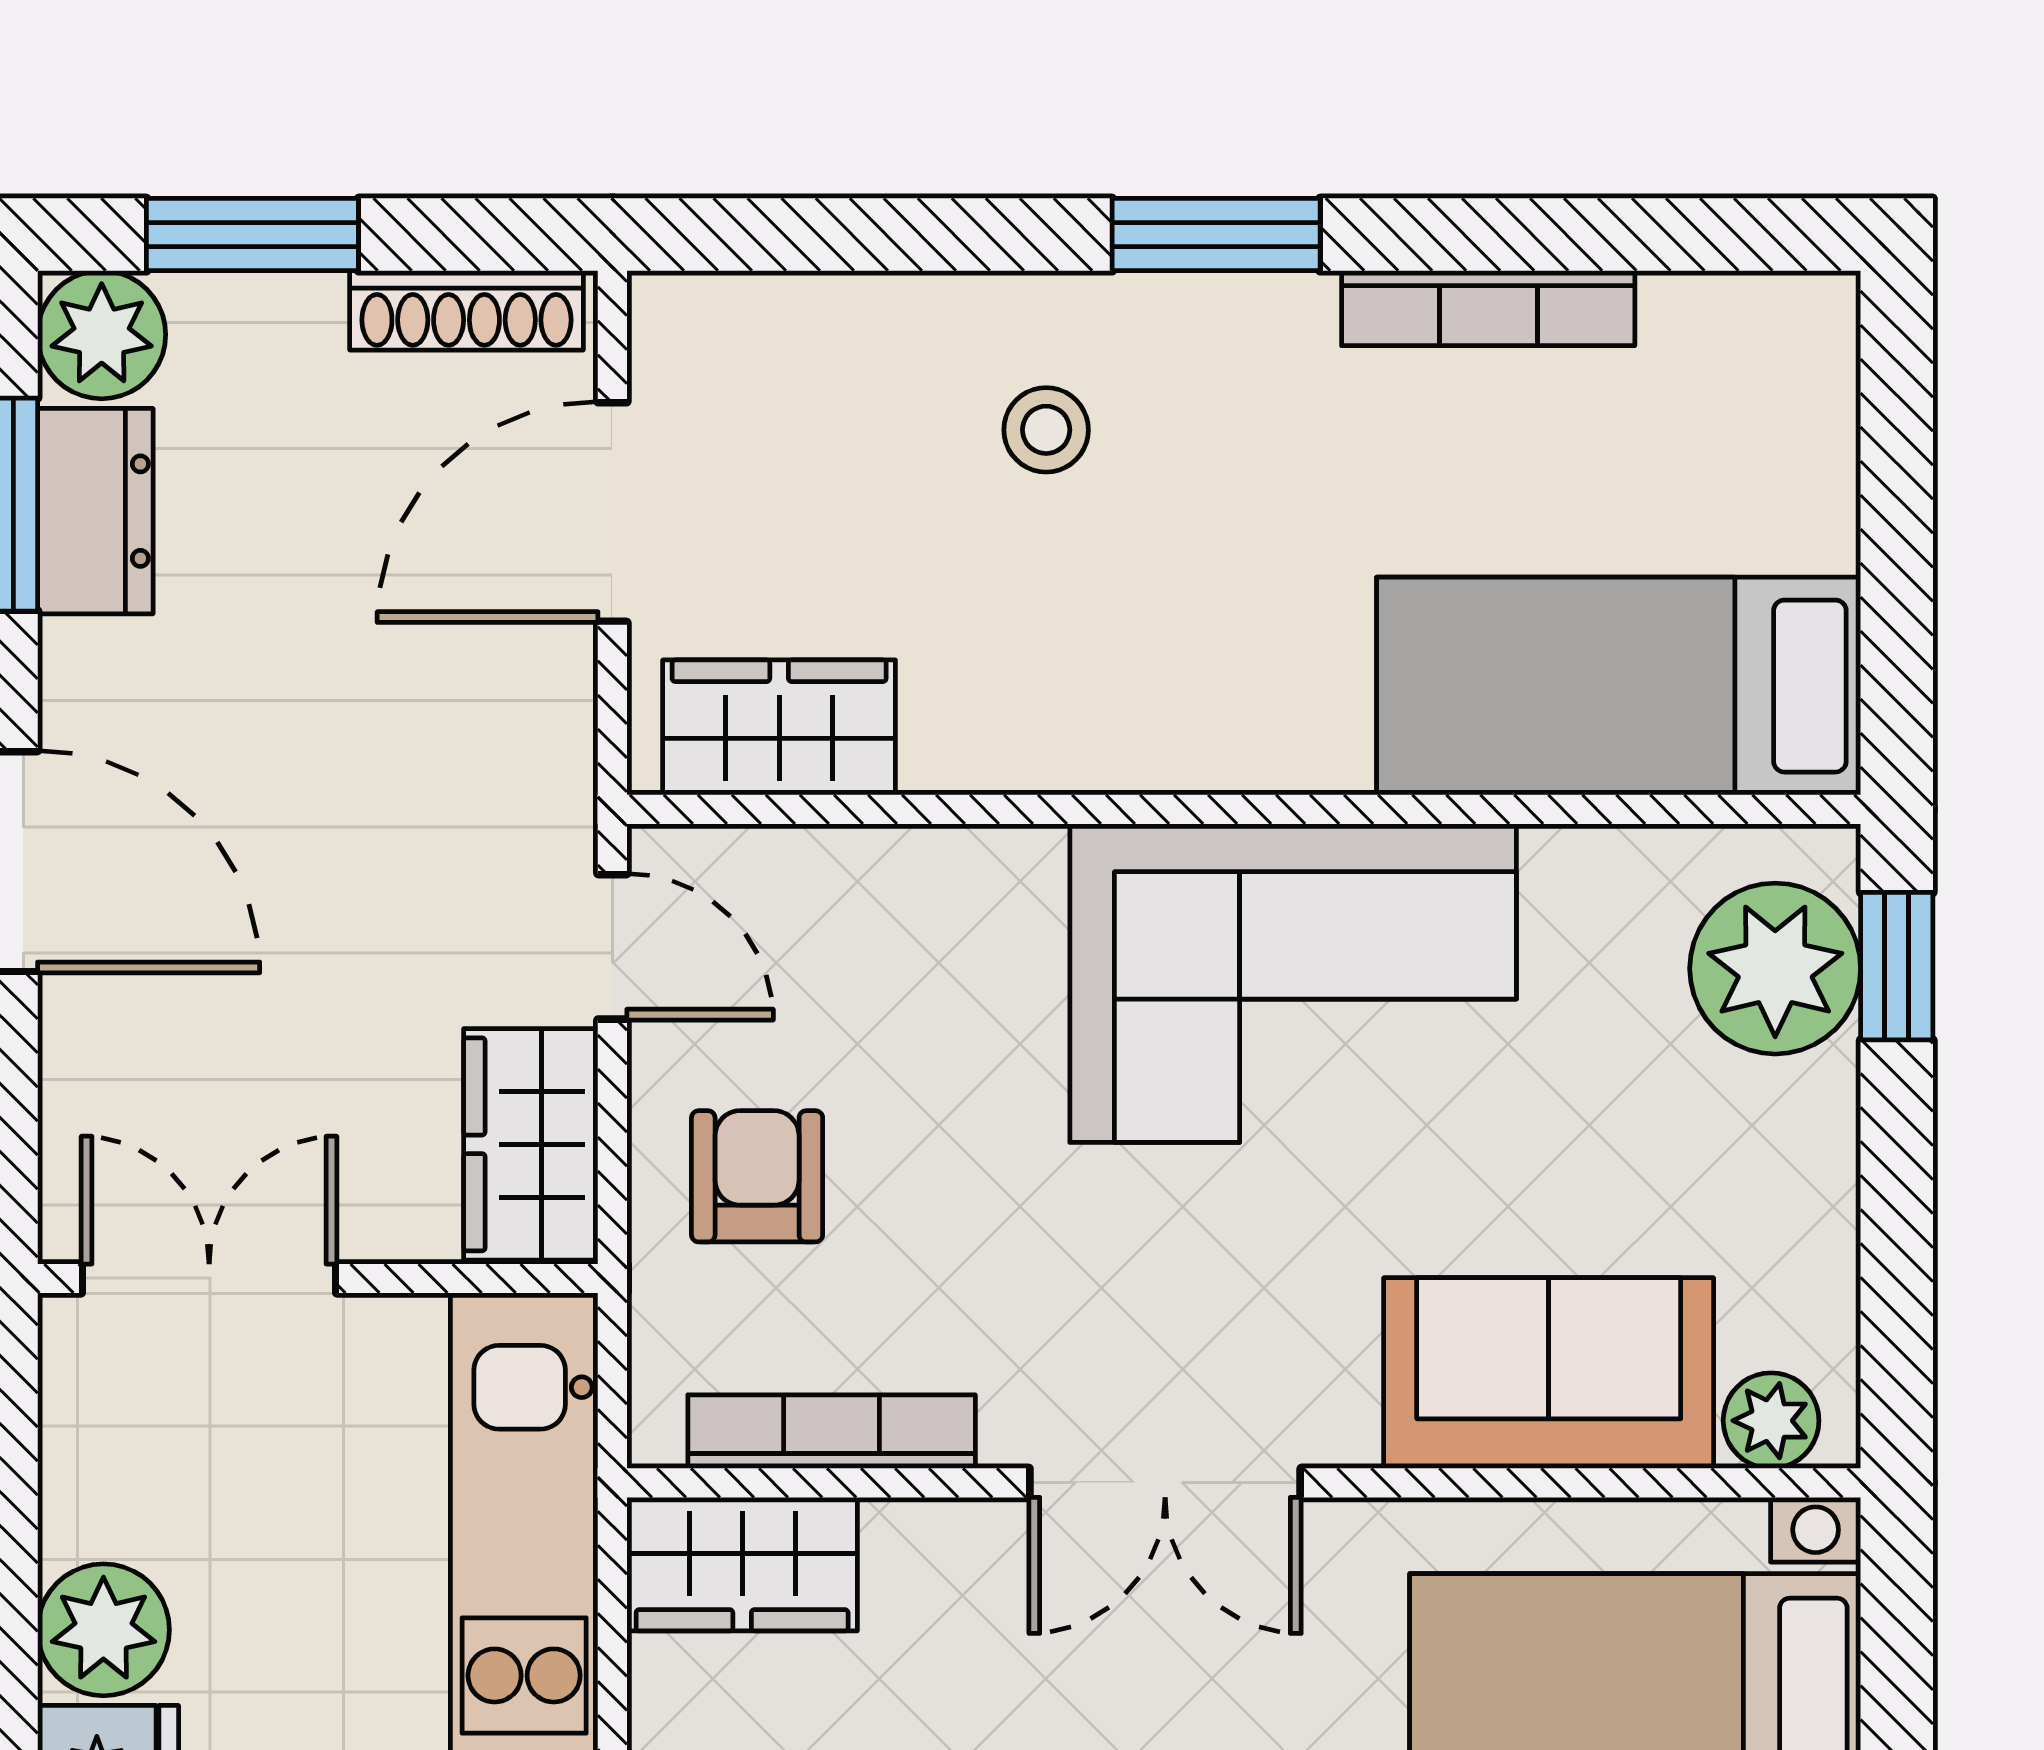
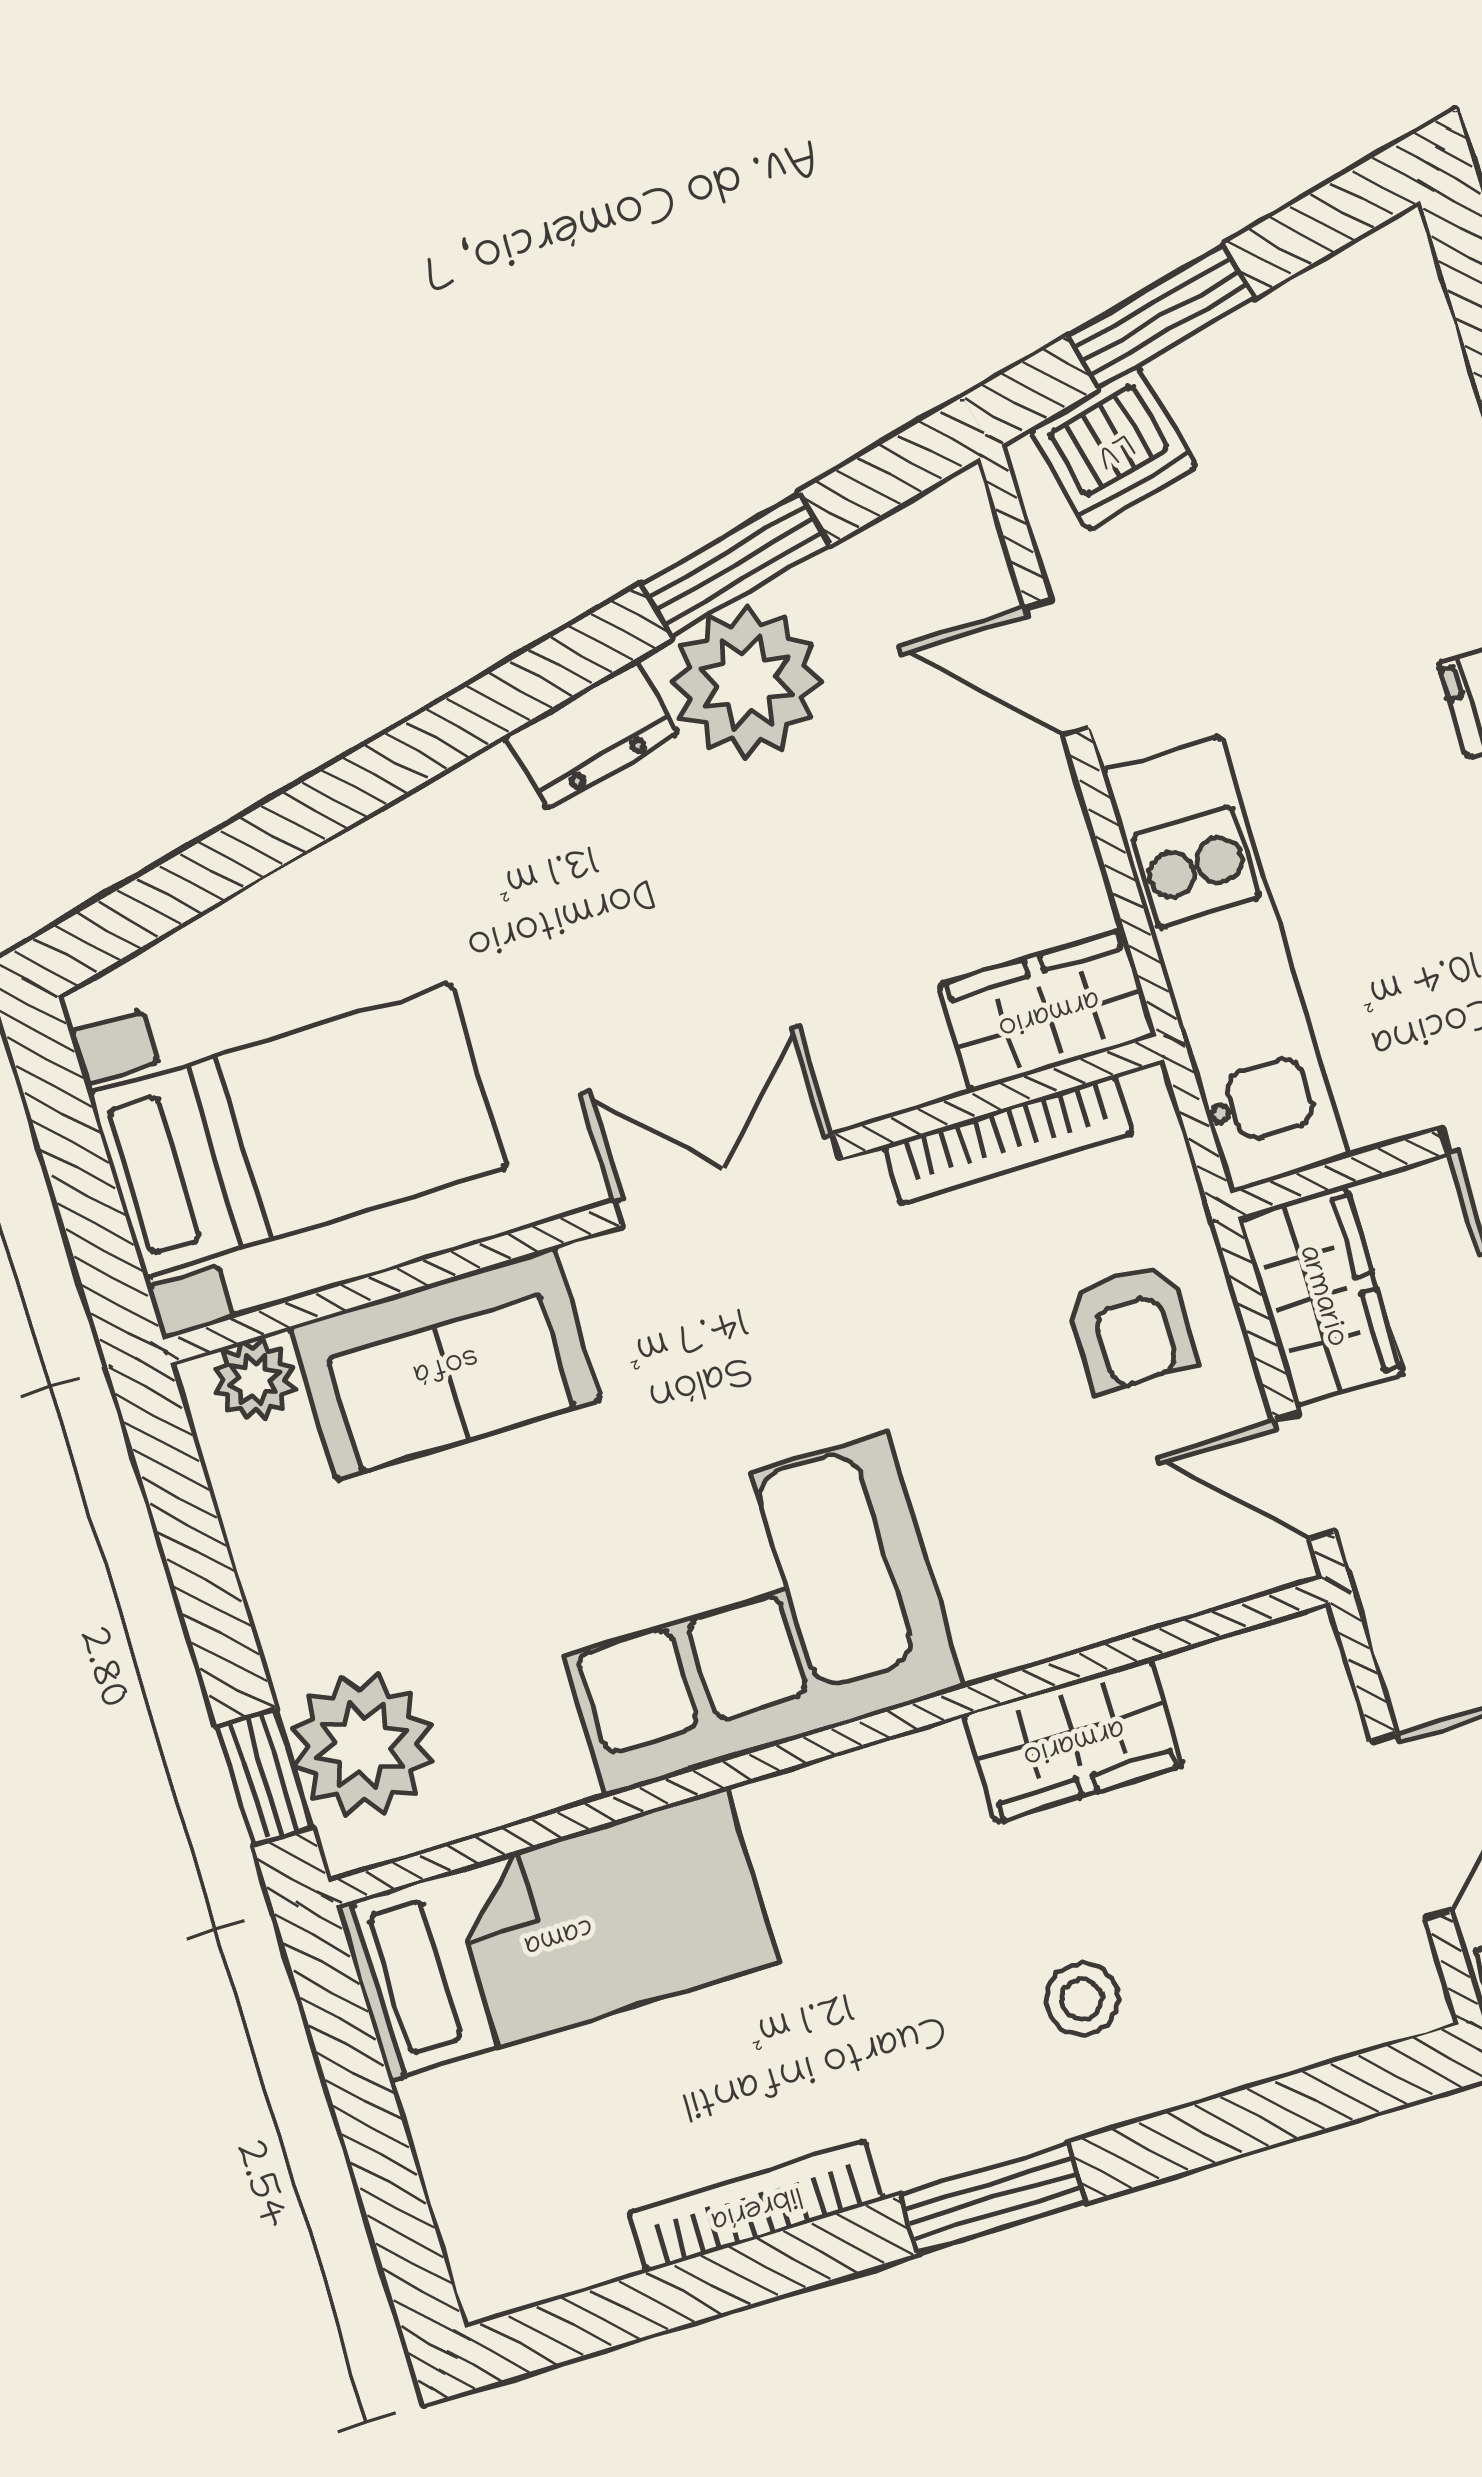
wardrobe: (779, 727) -> (1073, 1740), moved

